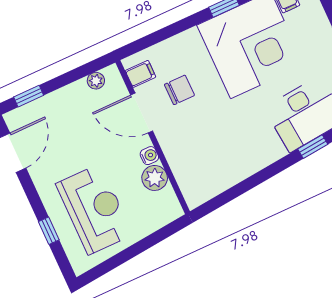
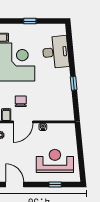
window: (313, 147) -> (74, 83), moved
plant: (155, 178) -> (53, 129), removed

